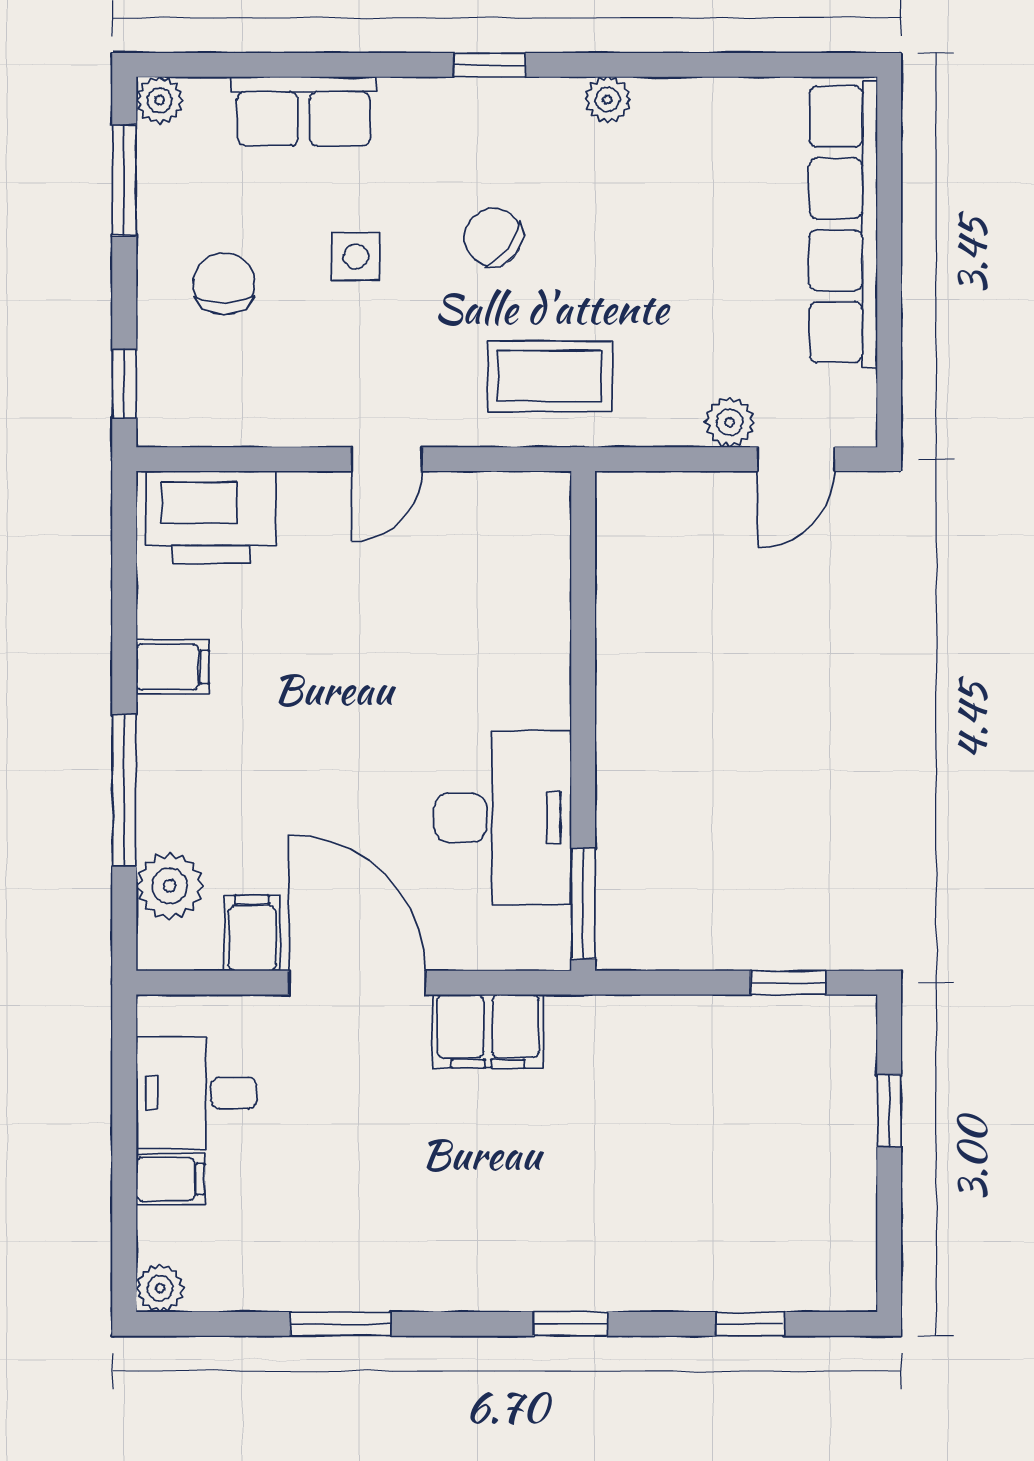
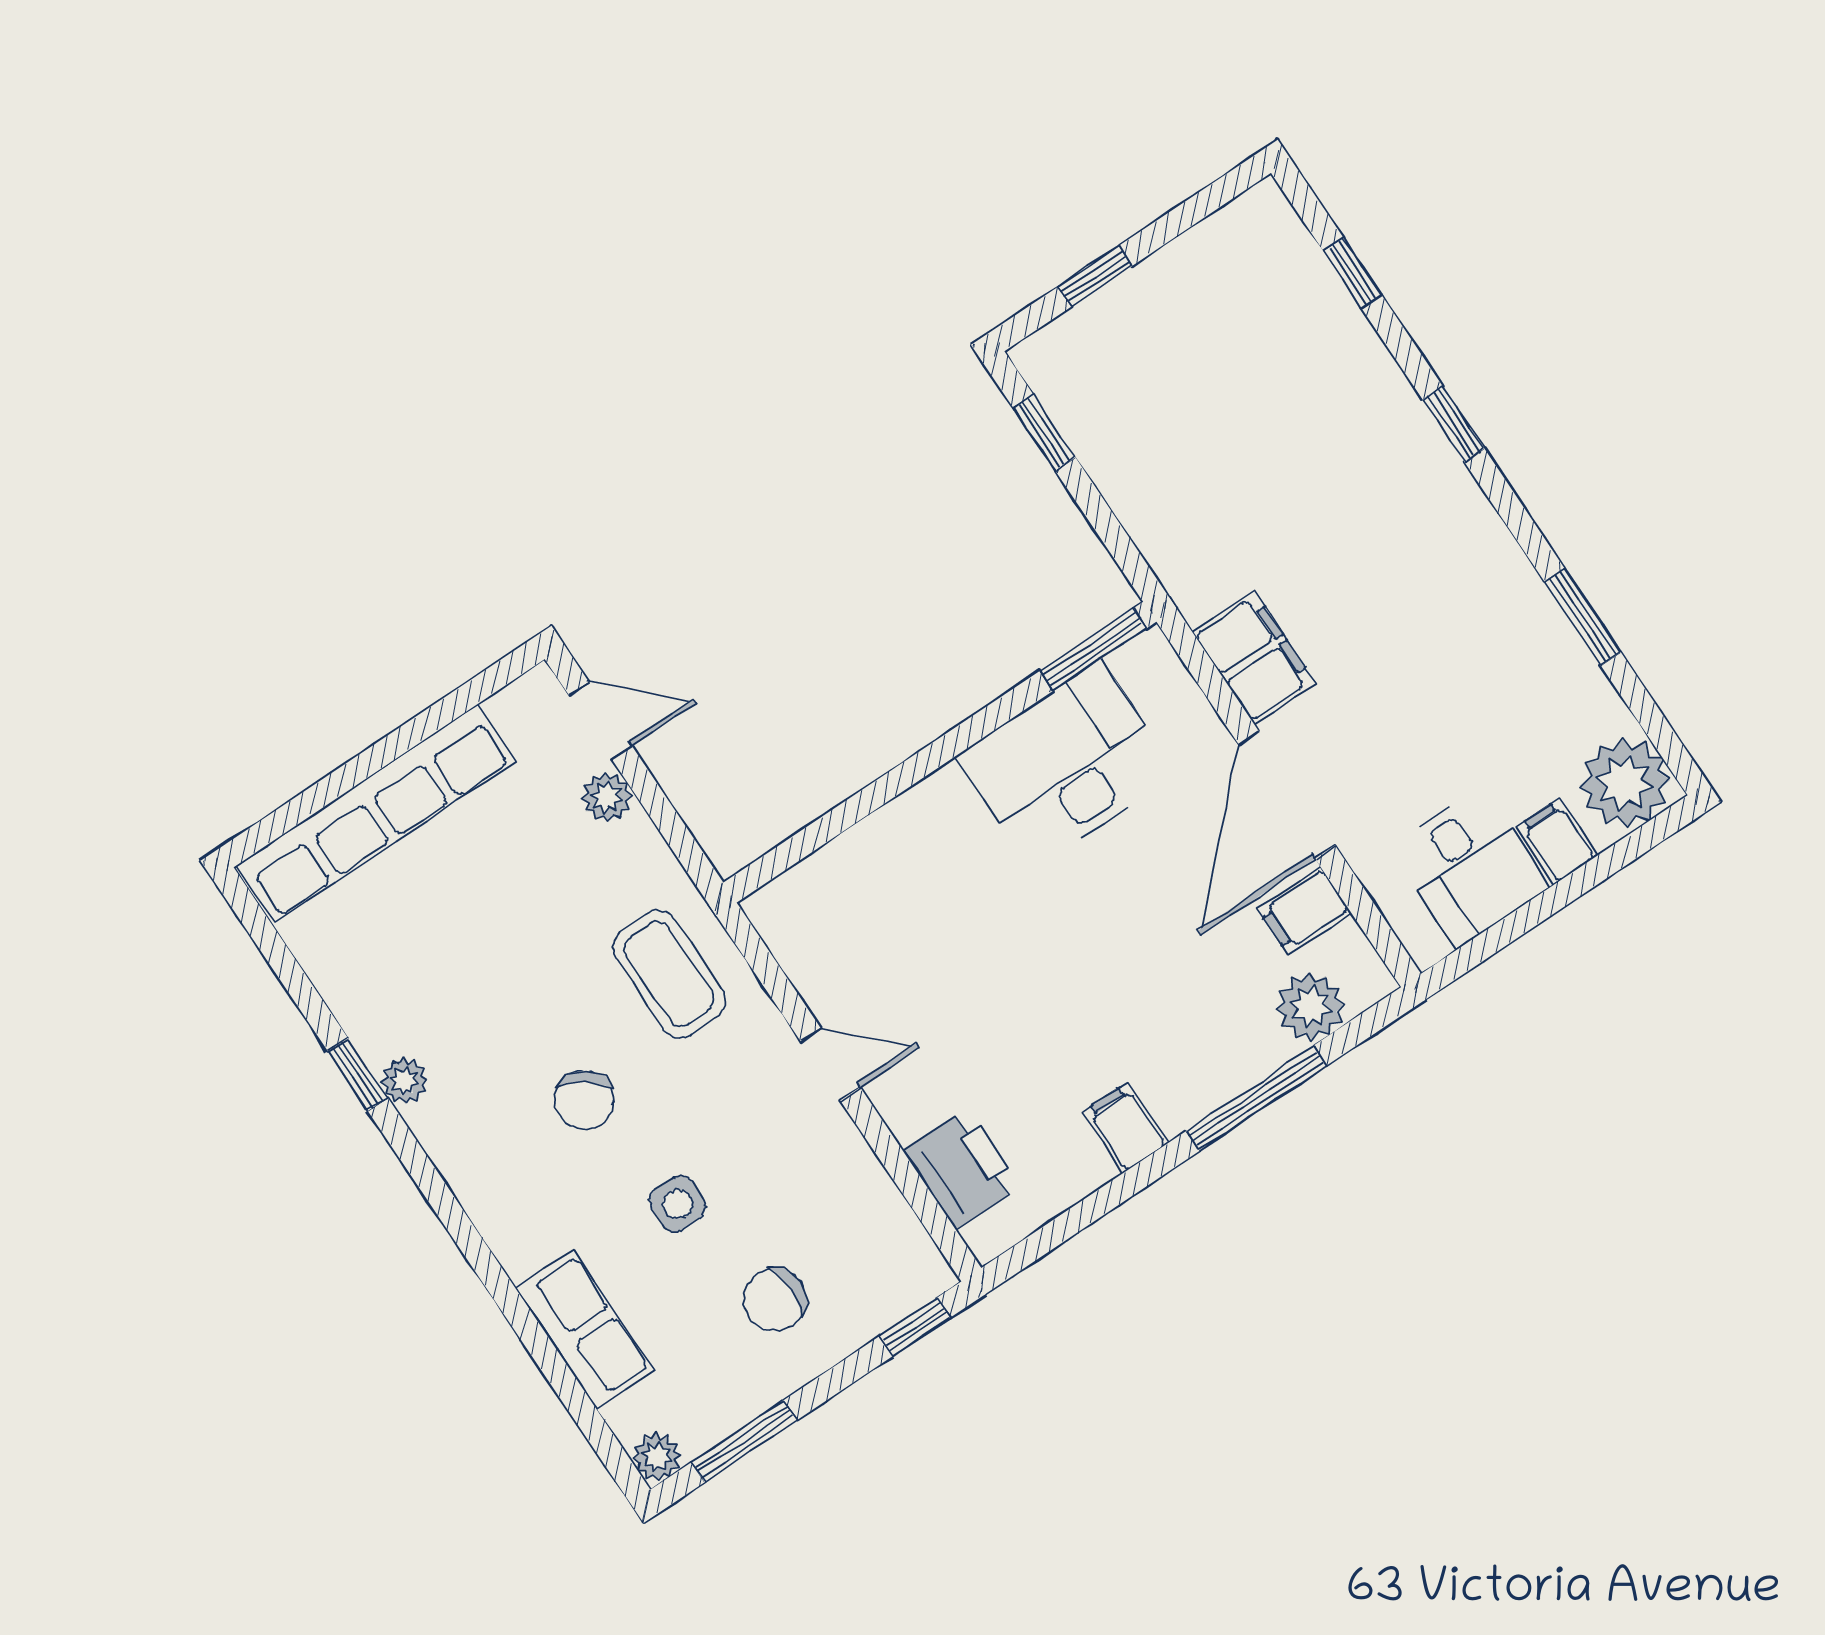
window: (490, 65) -> (358, 1074), moved
printer: (211, 517) -> (962, 1169), width x0.73, depth x0.84
plant: (160, 1288) -> (1625, 783), width x1.88, depth x1.88

